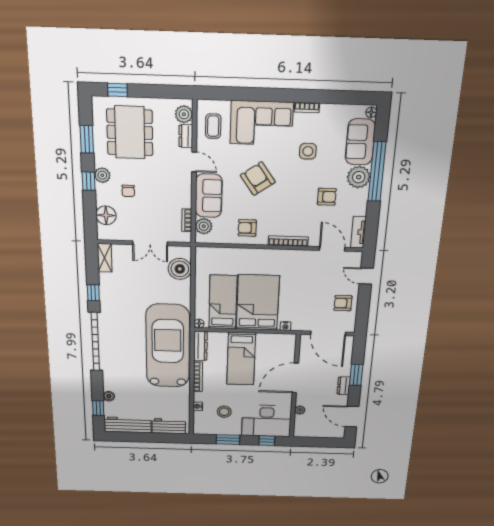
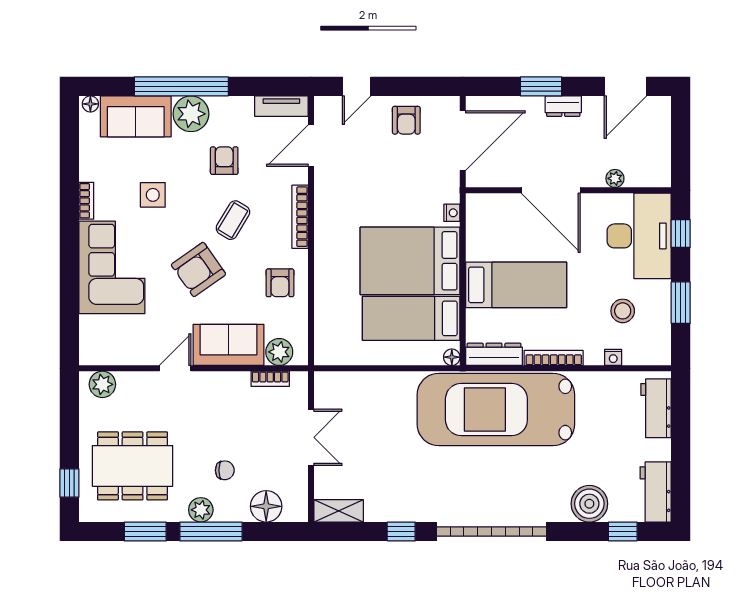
coffee table: (213, 126) -> (233, 220), moved, turned -59
dresser: (186, 136) -> (135, 381), removed
window: (89, 181) -> (211, 531), width x2.17
boiler: (180, 269) -> (354, 390), removed
boiler: (109, 396) -> (589, 504), width x1.86, depth x1.86
workbench: (128, 425) -> (656, 492), width x0.73

